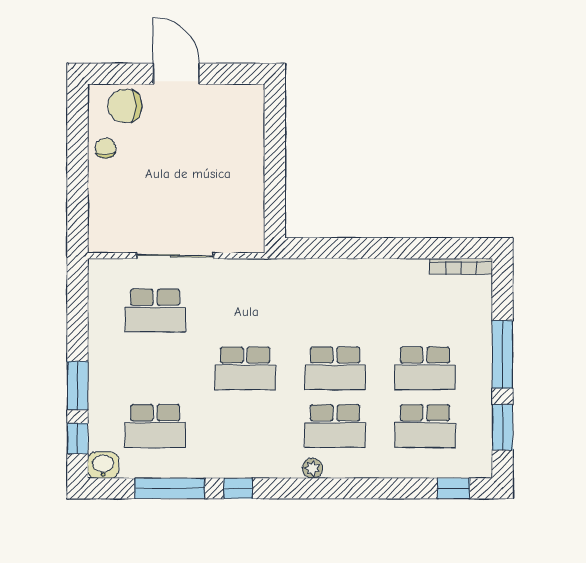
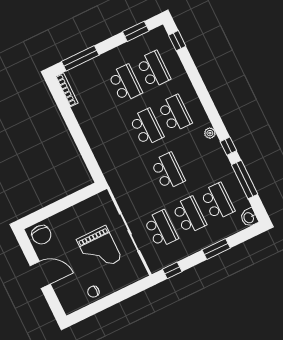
door: (176, 74) -> (40, 275), swing flipped
chair: (125, 106) -> (41, 235), moved
grand piano: (171, 192) -> (99, 249), added
window: (502, 354) -> (80, 58), moved
school desk: (155, 368) -> (189, 215), added
window: (78, 439) -> (172, 270), moved
plant: (312, 468) -> (210, 133), moved

